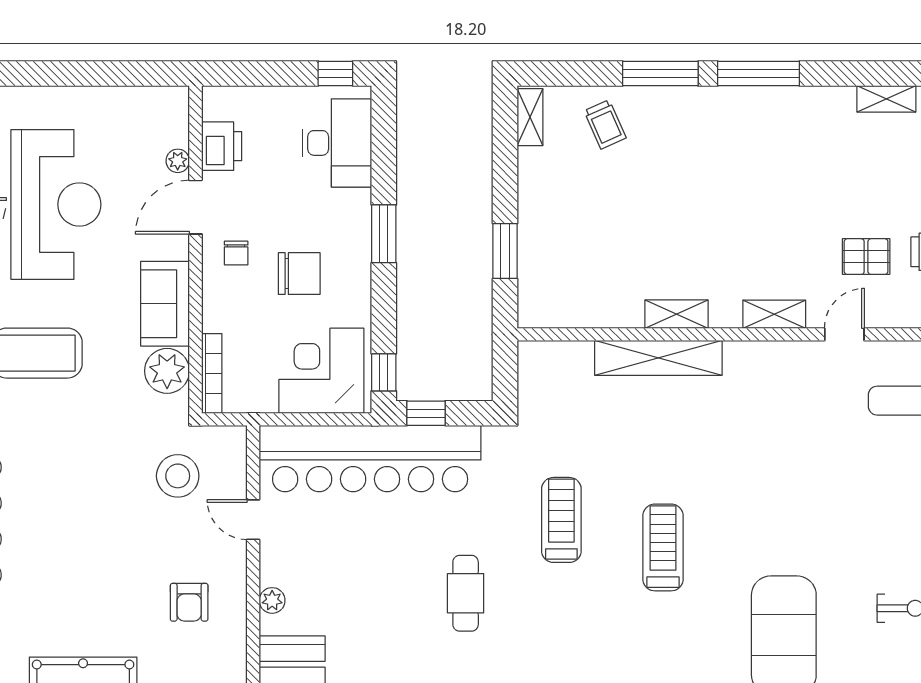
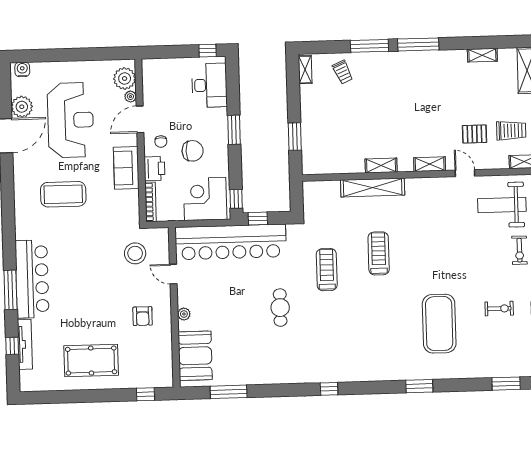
printer: (222, 146) -> (154, 169), moved
door: (844, 334) -> (465, 173), hinge flipped
plant: (167, 371) -> (125, 78), moved
treadmill: (663, 547) -> (379, 253), moved

